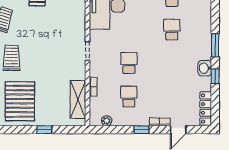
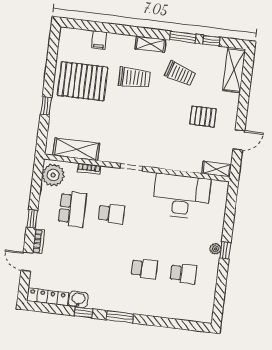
washbasin: (205, 68) -> (78, 299), moved
school desk: (129, 97) -> (72, 209), width x1.85
plant: (107, 121) -> (53, 175), width x1.88, depth x1.88

